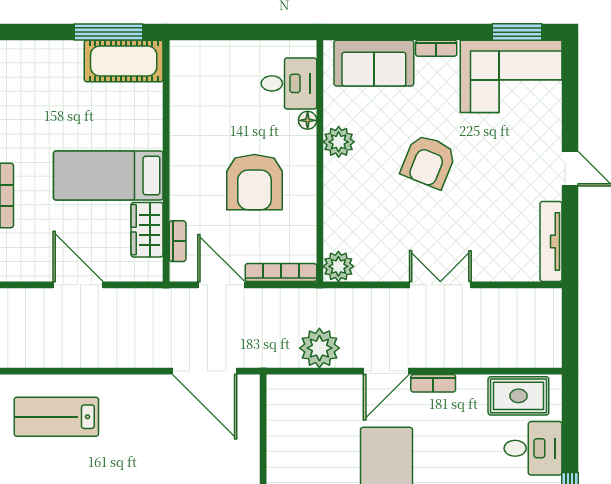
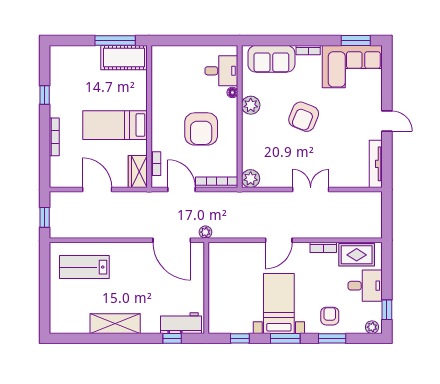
wardrobe: (147, 230) -> (138, 171), moved
plant: (319, 348) -> (205, 232), moved, width x0.53, depth x0.53
bookcase: (433, 383) -> (323, 247), moved

